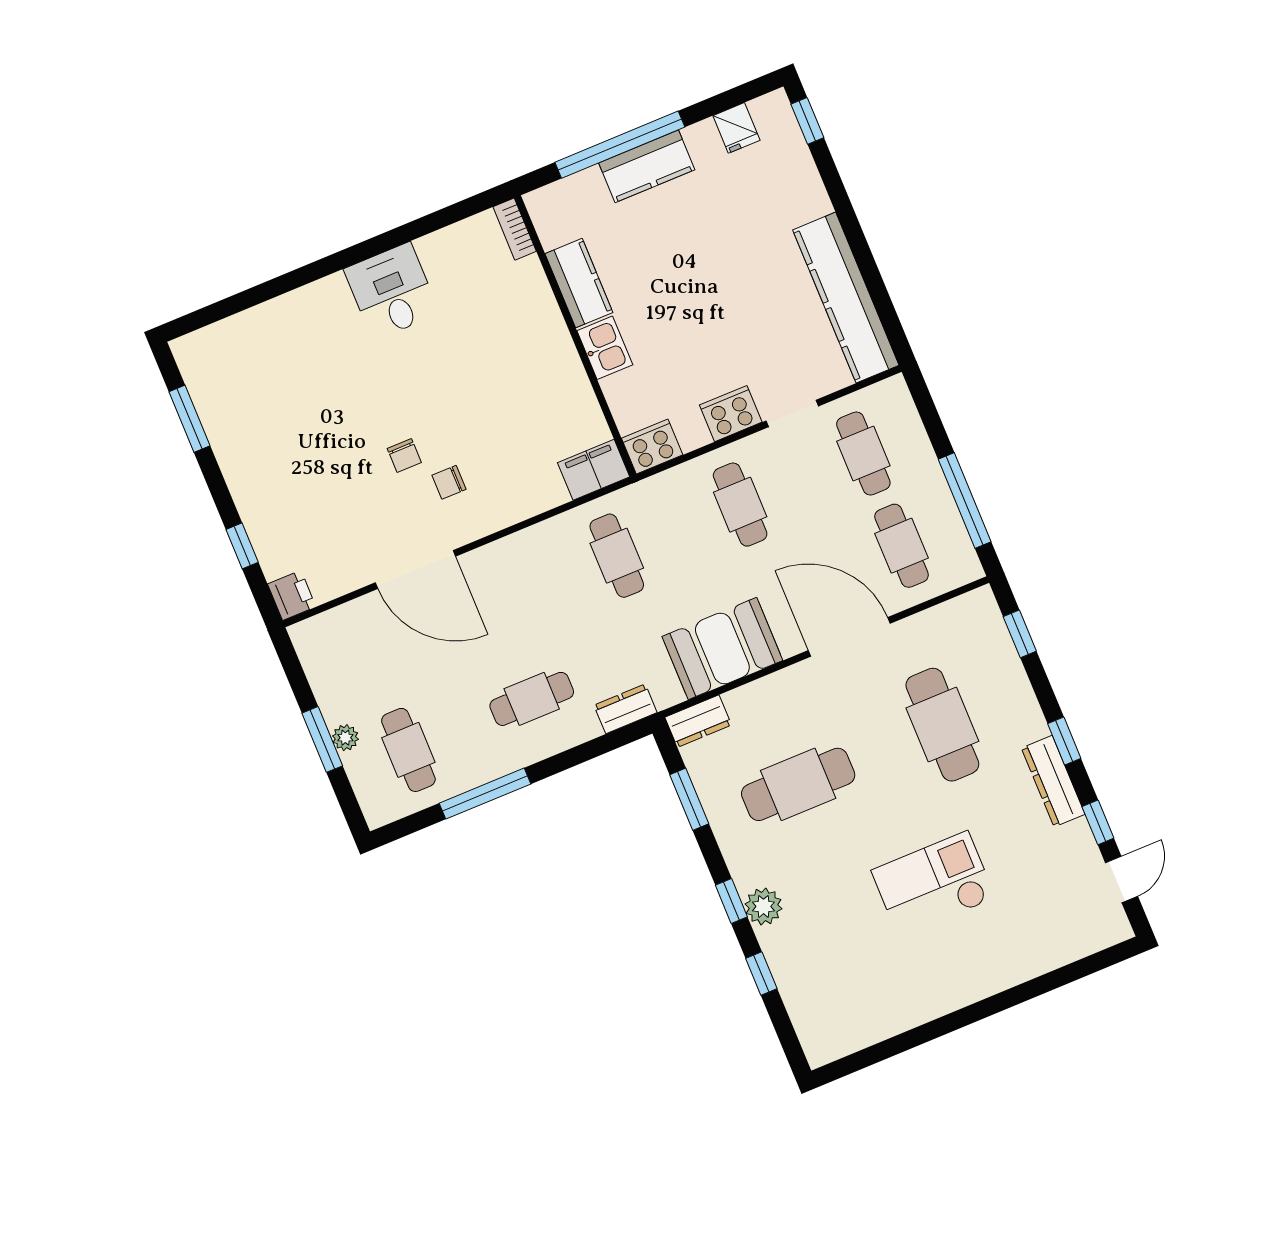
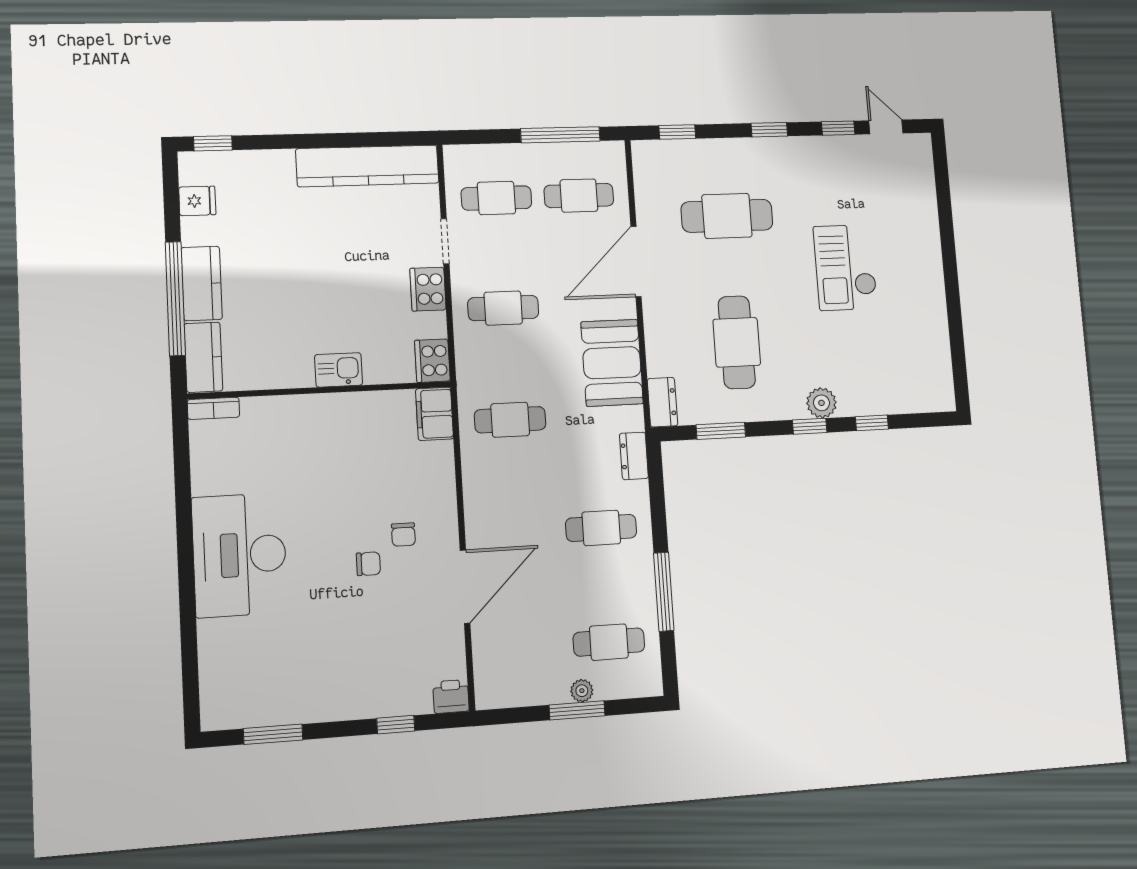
kitchen counter: (579, 283) -> (203, 357), moved, turned 90
desk: (392, 291) -> (240, 555), width x1.87, depth x1.30
cafe table: (532, 699) -> (601, 528), turned 90
dresser: (1053, 781) -> (797, 149), removed

